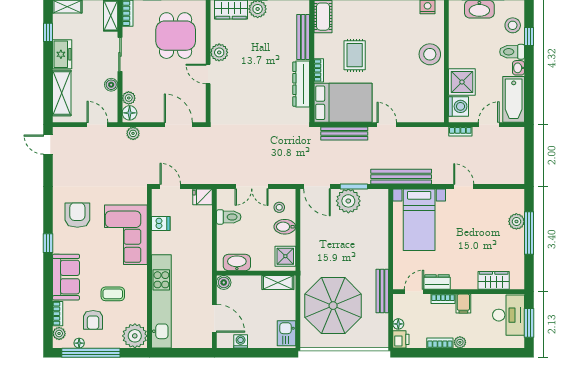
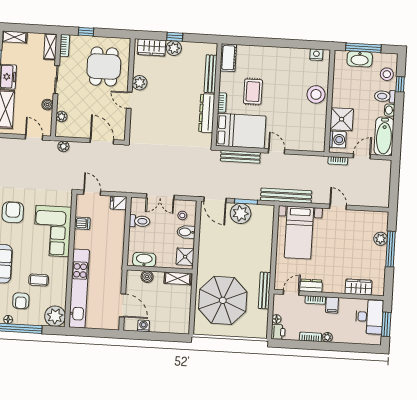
floor lamp: (130, 113) -> (61, 129), removed
boiler: (224, 282) -> (147, 277), moved
kitchen sink: (286, 333) -> (182, 321), removed

